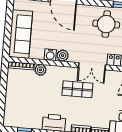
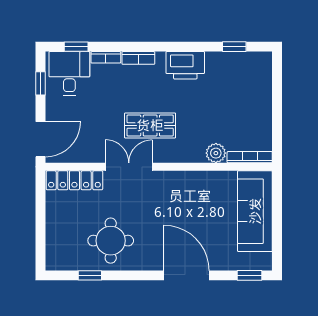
water cooler: (50, 55) -> (201, 180), removed
plant: (63, 56) -> (180, 181), removed

